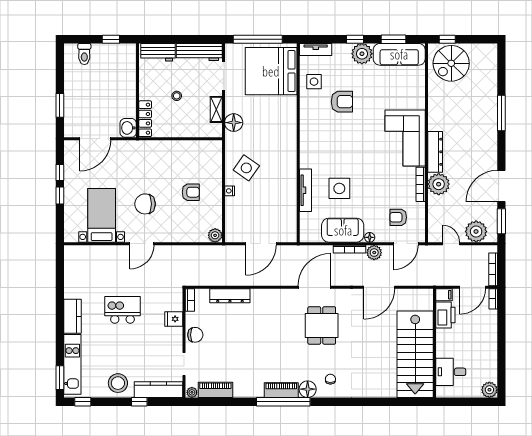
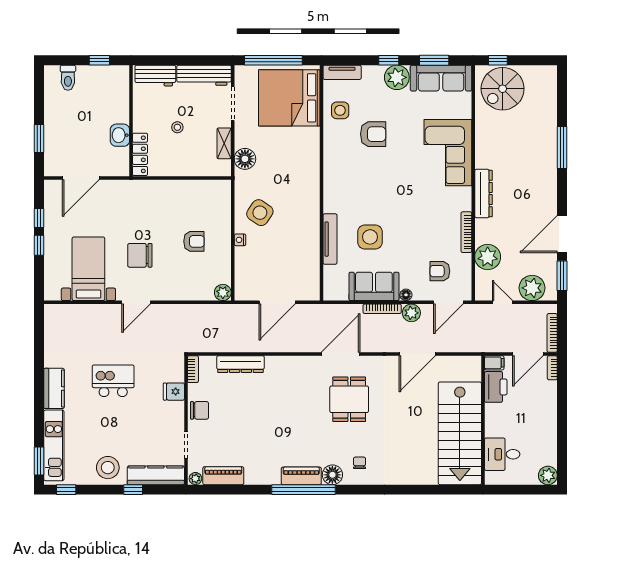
washbasin: (128, 128) -> (120, 135), moved
corner sofa: (405, 138) -> (448, 153), moved
plant: (439, 184) -> (488, 257), moved

